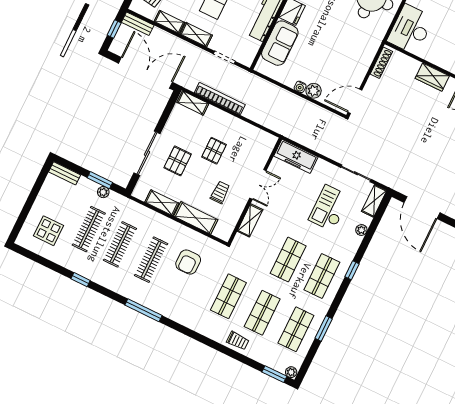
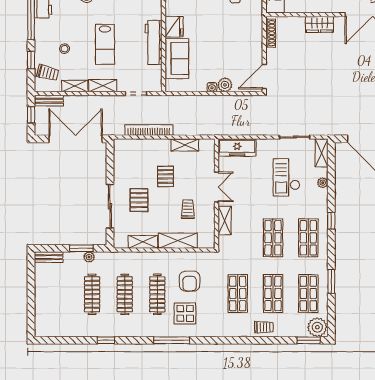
shelving: (193, 103) -> (185, 145), moved
display table: (49, 231) -> (185, 313), moved
plant: (291, 372) -> (317, 327), width x1.88, depth x1.88

